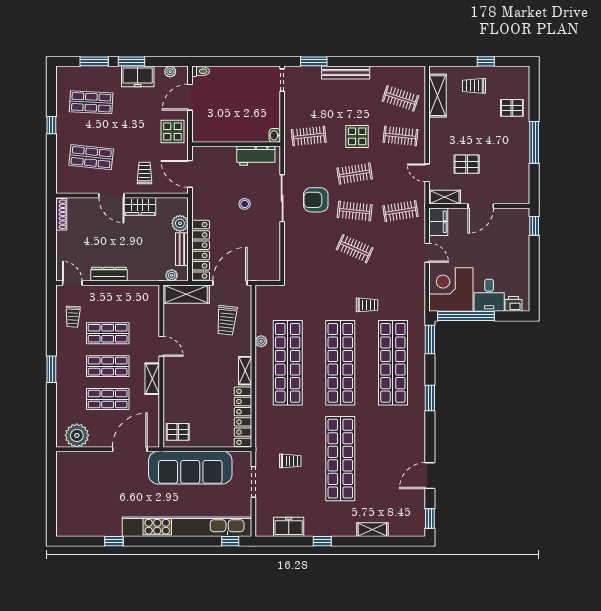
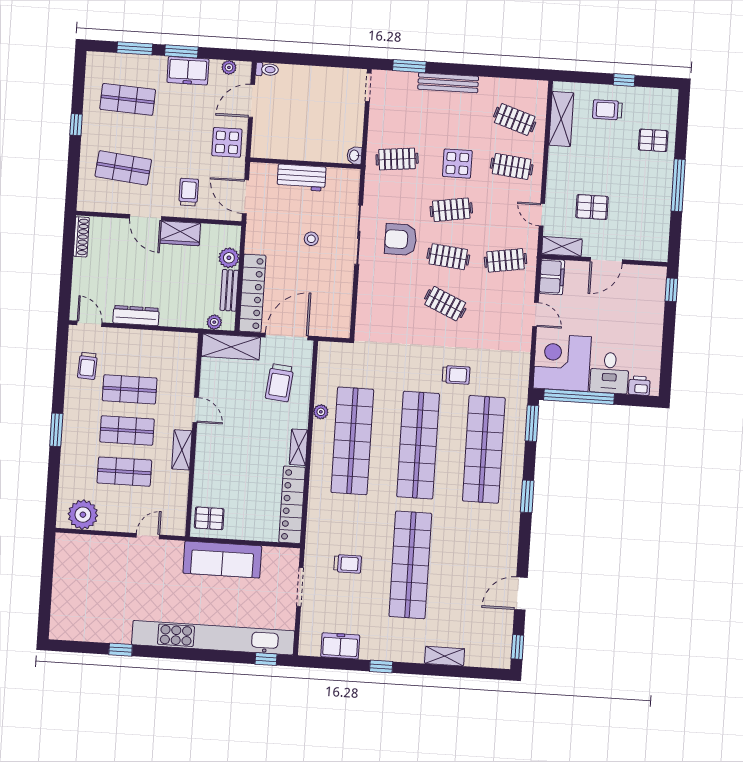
workbench: (256, 156) -> (301, 178), moved
door: (130, 449) -> (148, 536), width x0.53
sofa: (190, 468) -> (222, 560), width x0.74, depth x0.79

